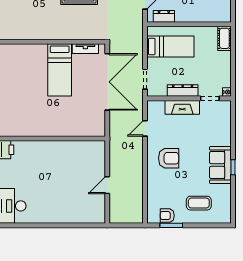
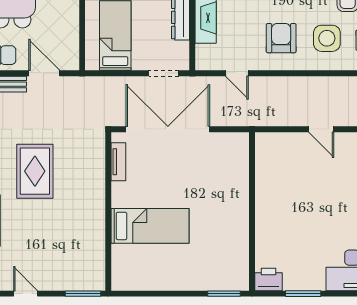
dresser: (164, 16) -> (71, 45), removed
bed: (60, 70) -> (150, 226), moved
side table: (169, 189) -> (327, 38), added

